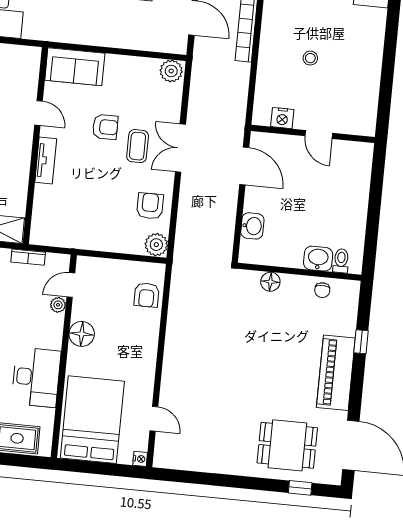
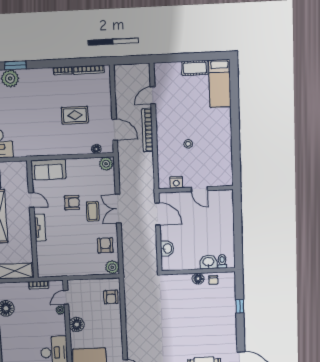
floor lamp: (159, 45) -> (96, 149), added
floor lamp: (270, 282) -> (198, 279), moved
piano: (336, 373) -> (227, 326), removed

